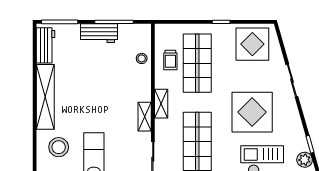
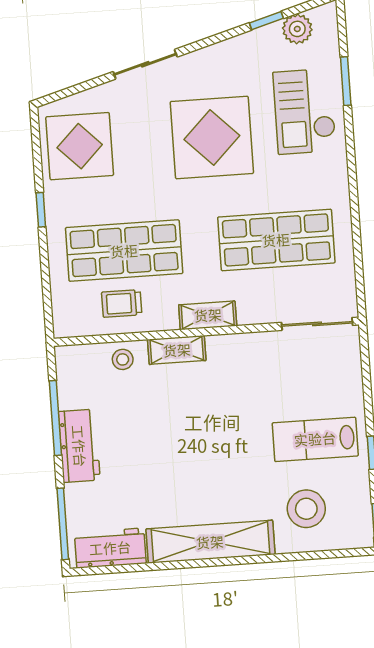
trolley: (170, 60) -> (122, 303), turned 180
shelving: (145, 117) -> (177, 350), moved

